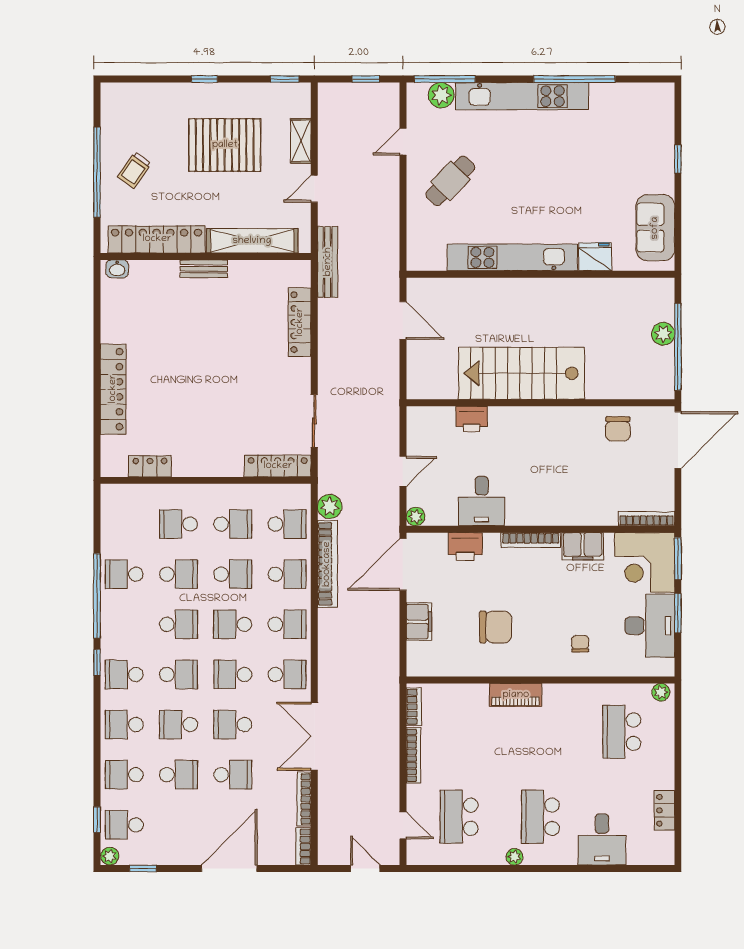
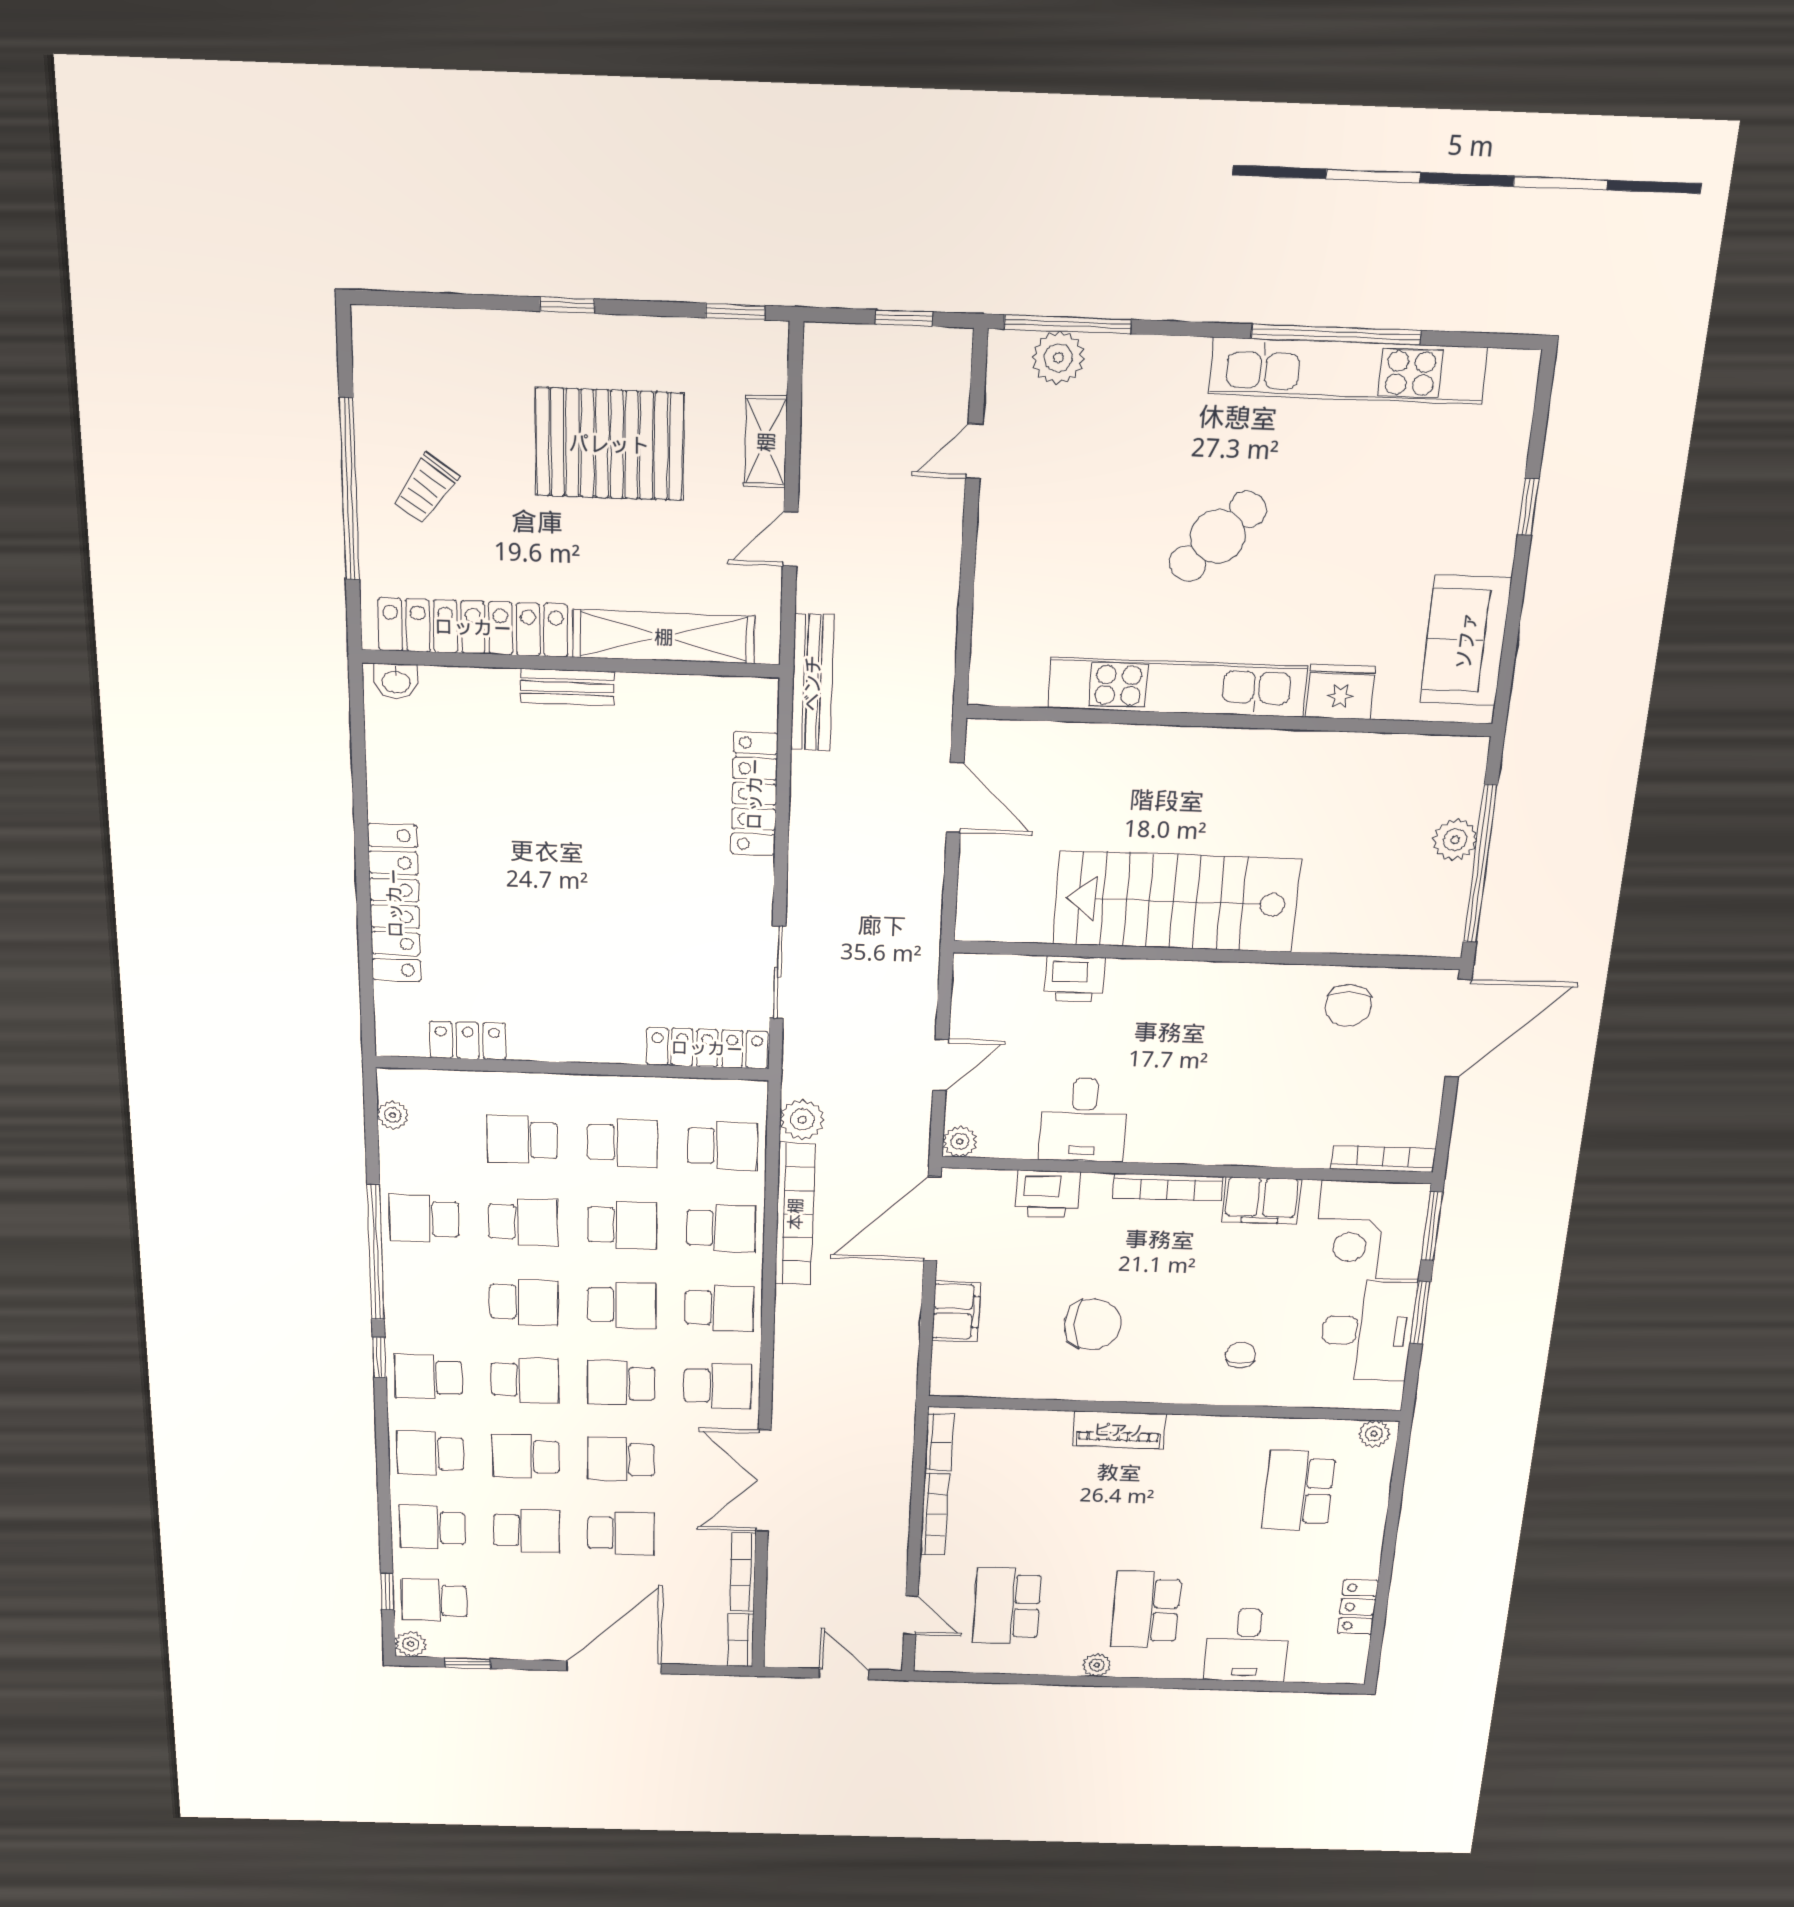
kitchen unit: (522, 96) -> (1348, 371), moved
cafe table: (450, 181) -> (1218, 536), moved
plant: (109, 512) -> (393, 1115), added
school desk: (233, 624) -> (622, 1305), turned 180

